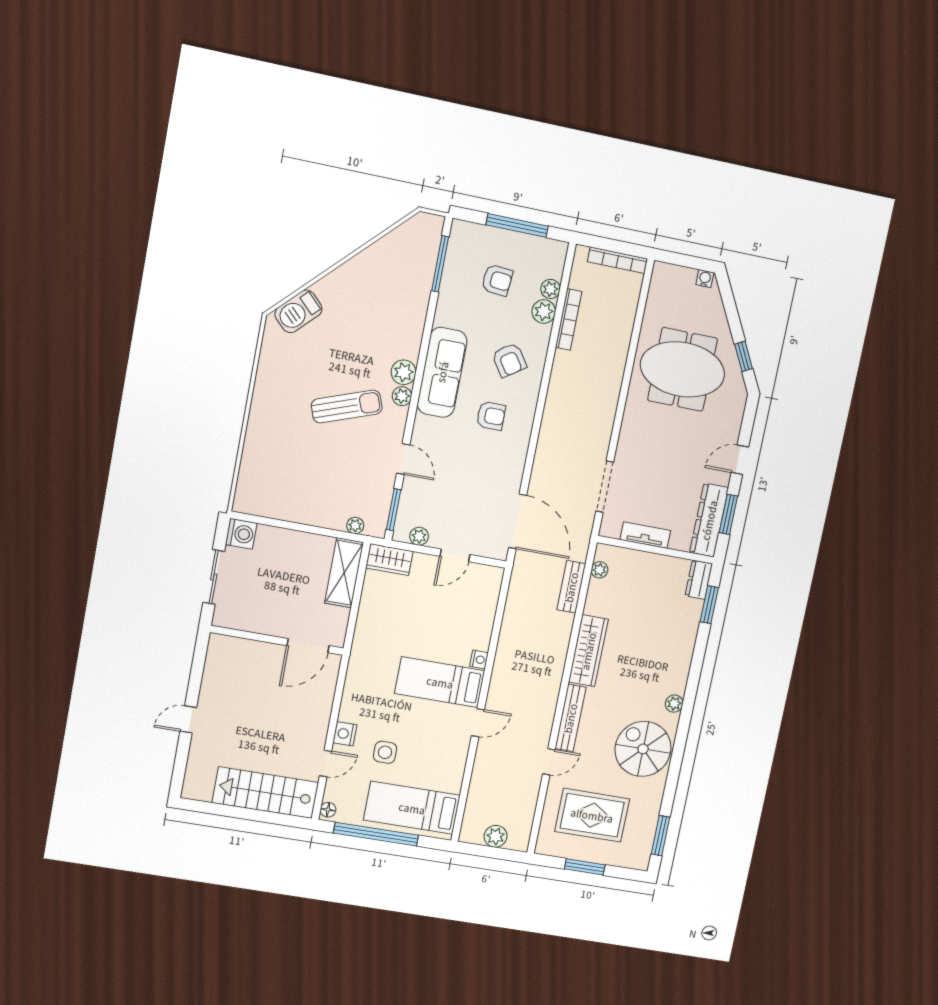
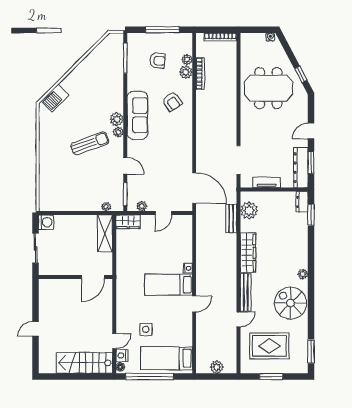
armchair: (491, 416) -> (168, 133), removed
plant: (599, 570) -> (249, 211), width x1.87, depth x1.87
nightstand: (345, 734) -> (122, 355), moved

